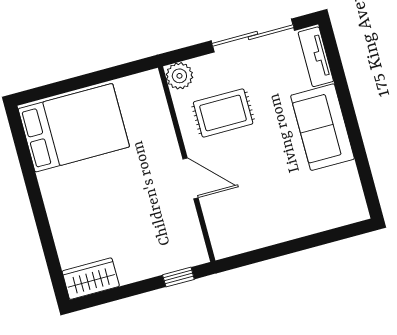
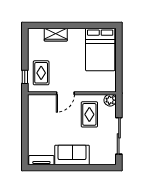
tv unit: (316, 57) -> (41, 160), moved
rug: (160, 244) -> (41, 73), added
wardrobe: (91, 279) -> (56, 35), moved, turned 90

